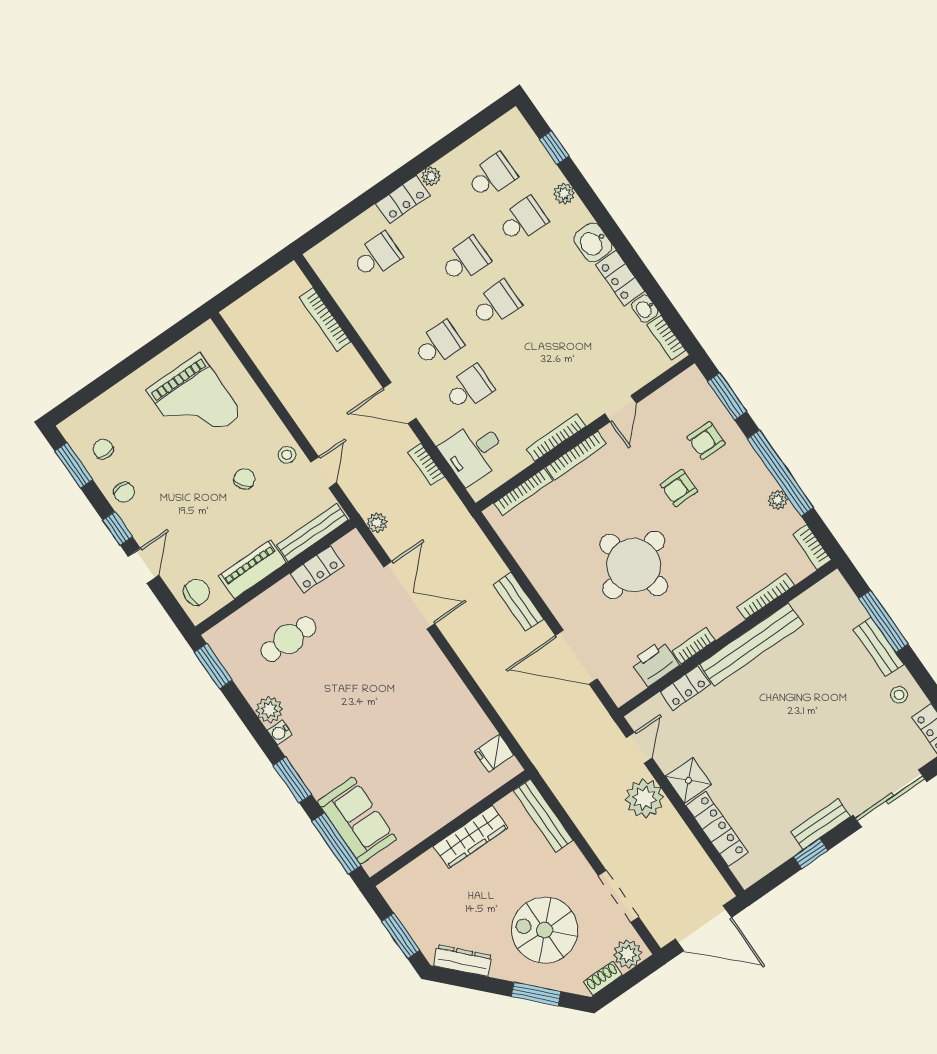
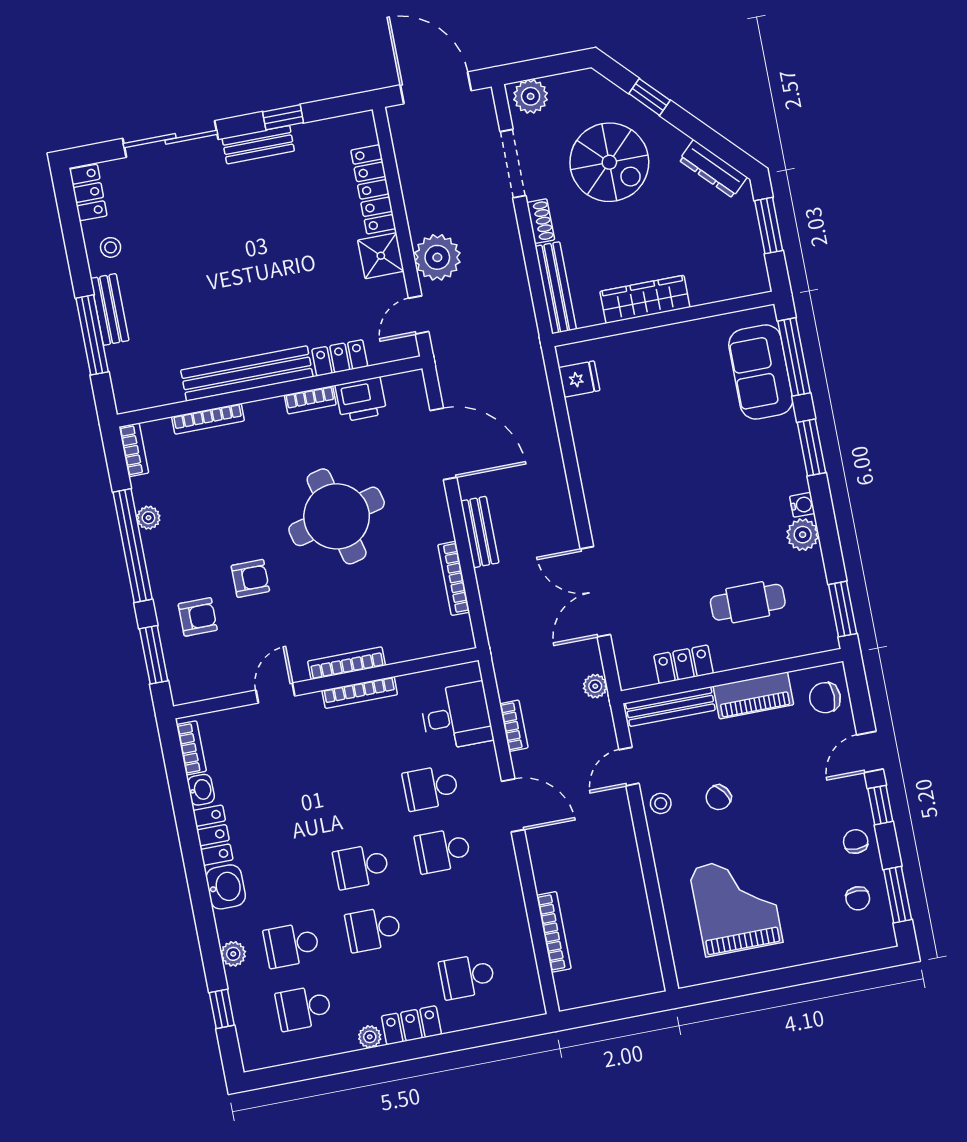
bookcase: (523, 492) -> (454, 578), moved, turned -90
shoe rack: (603, 978) -> (541, 221), moved, turned -90
window: (536, 994) -> (649, 97), width x0.67

